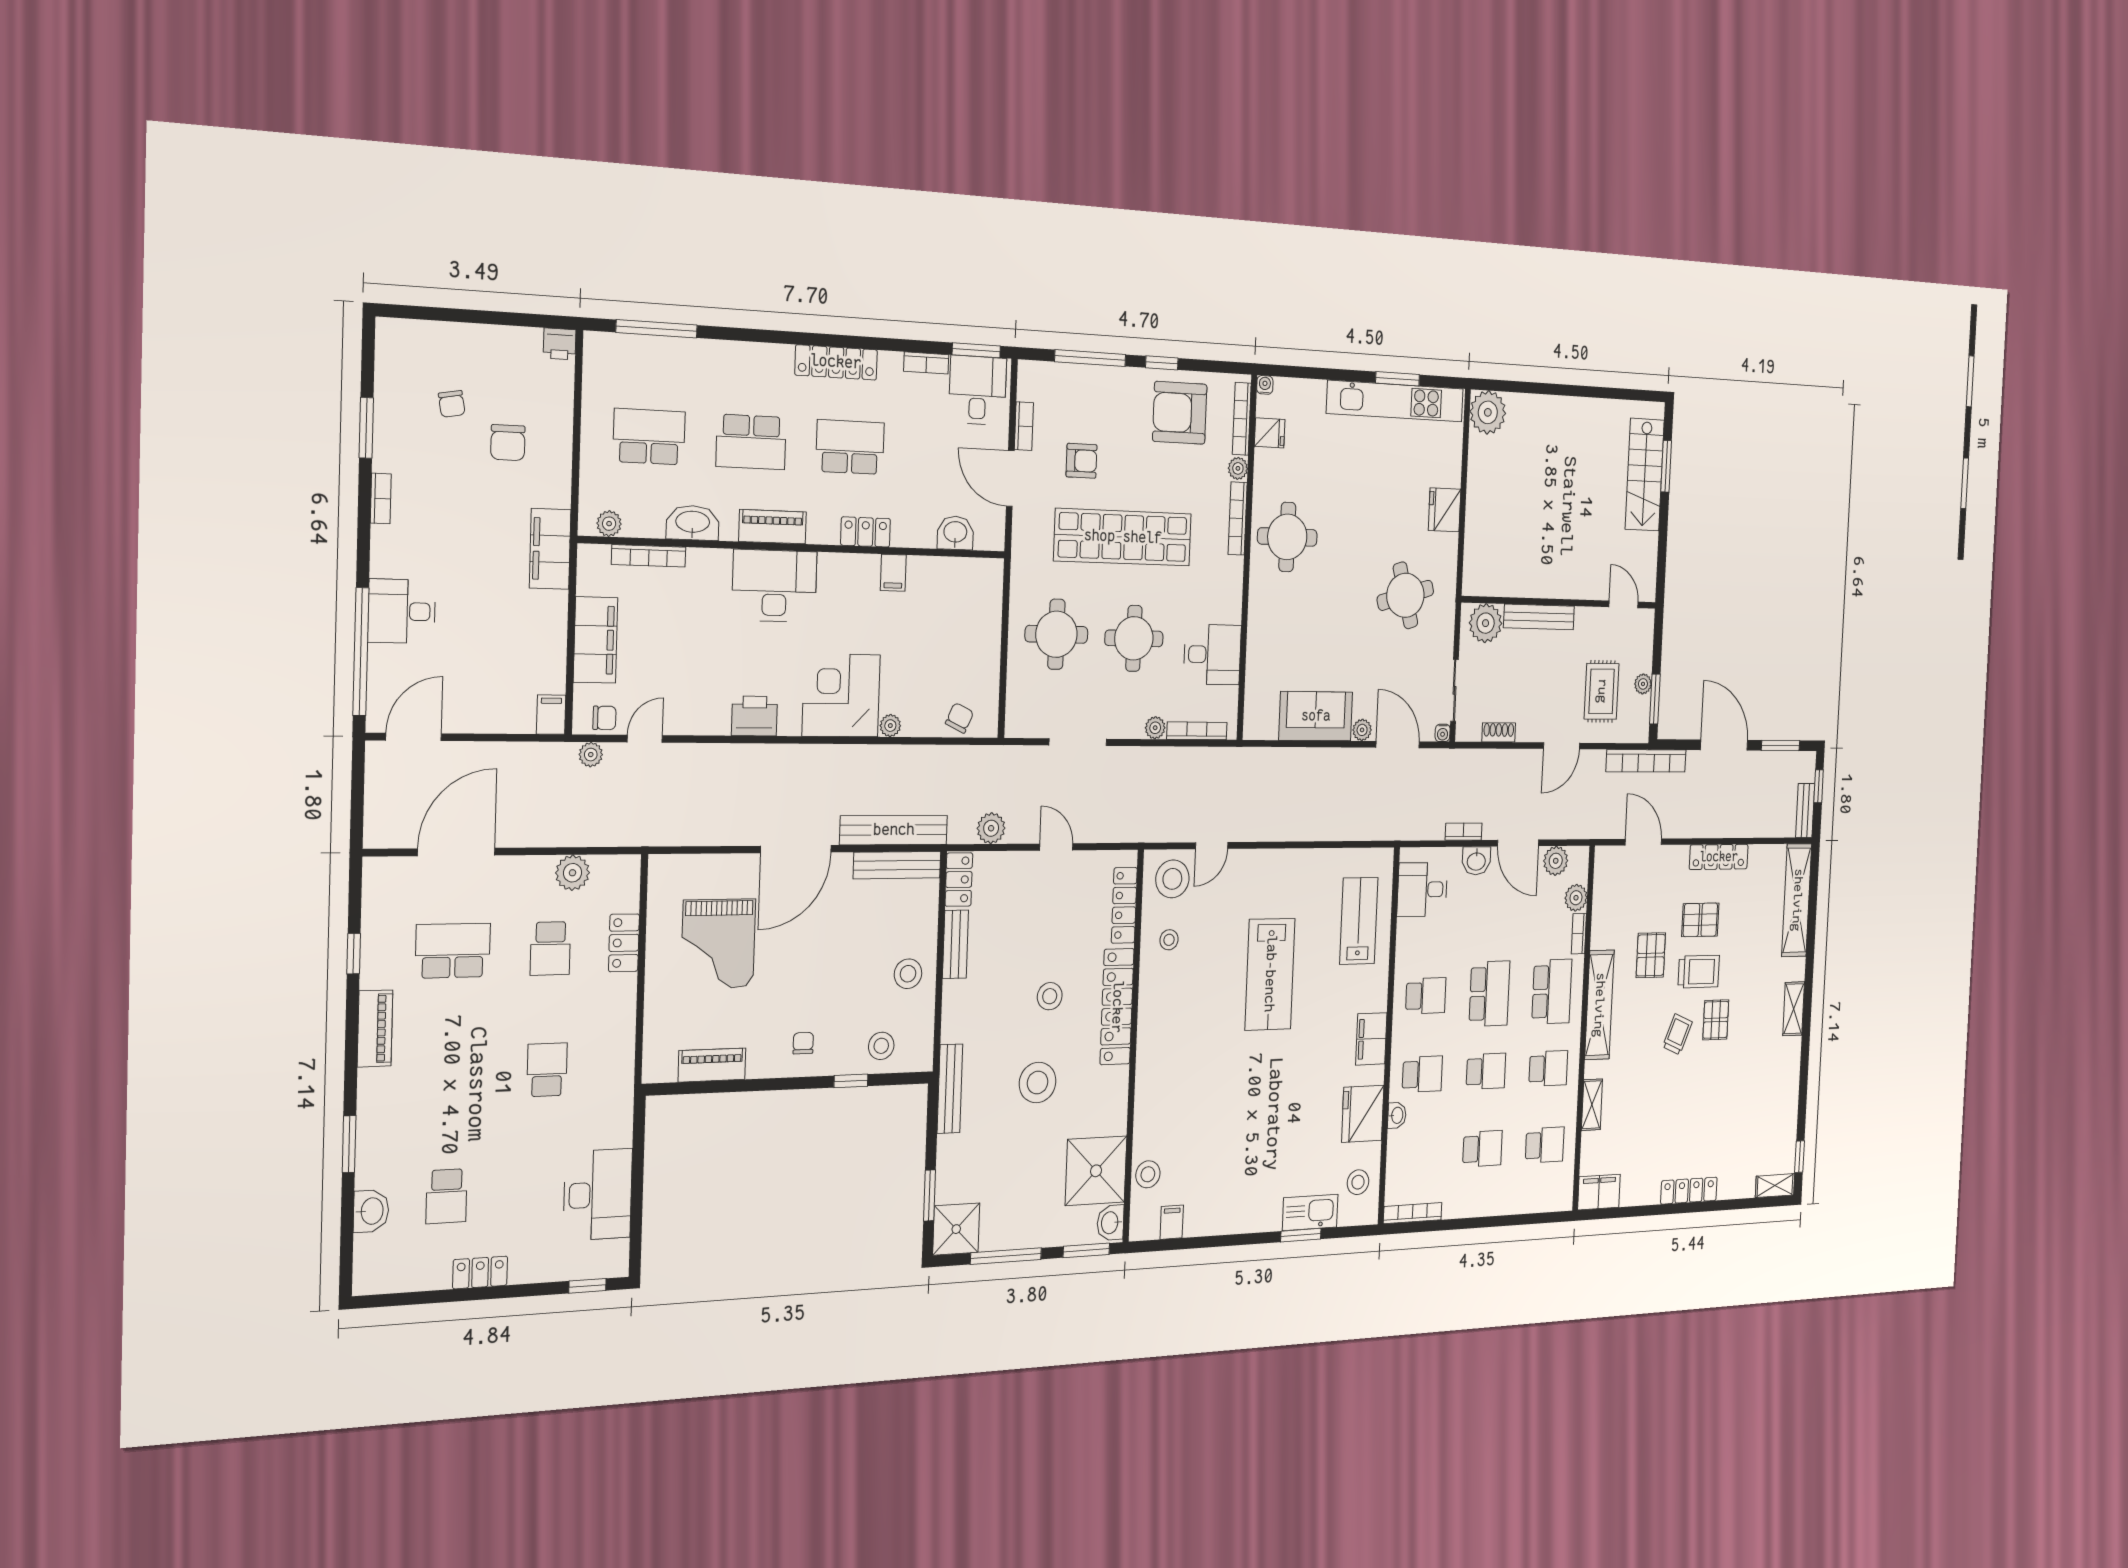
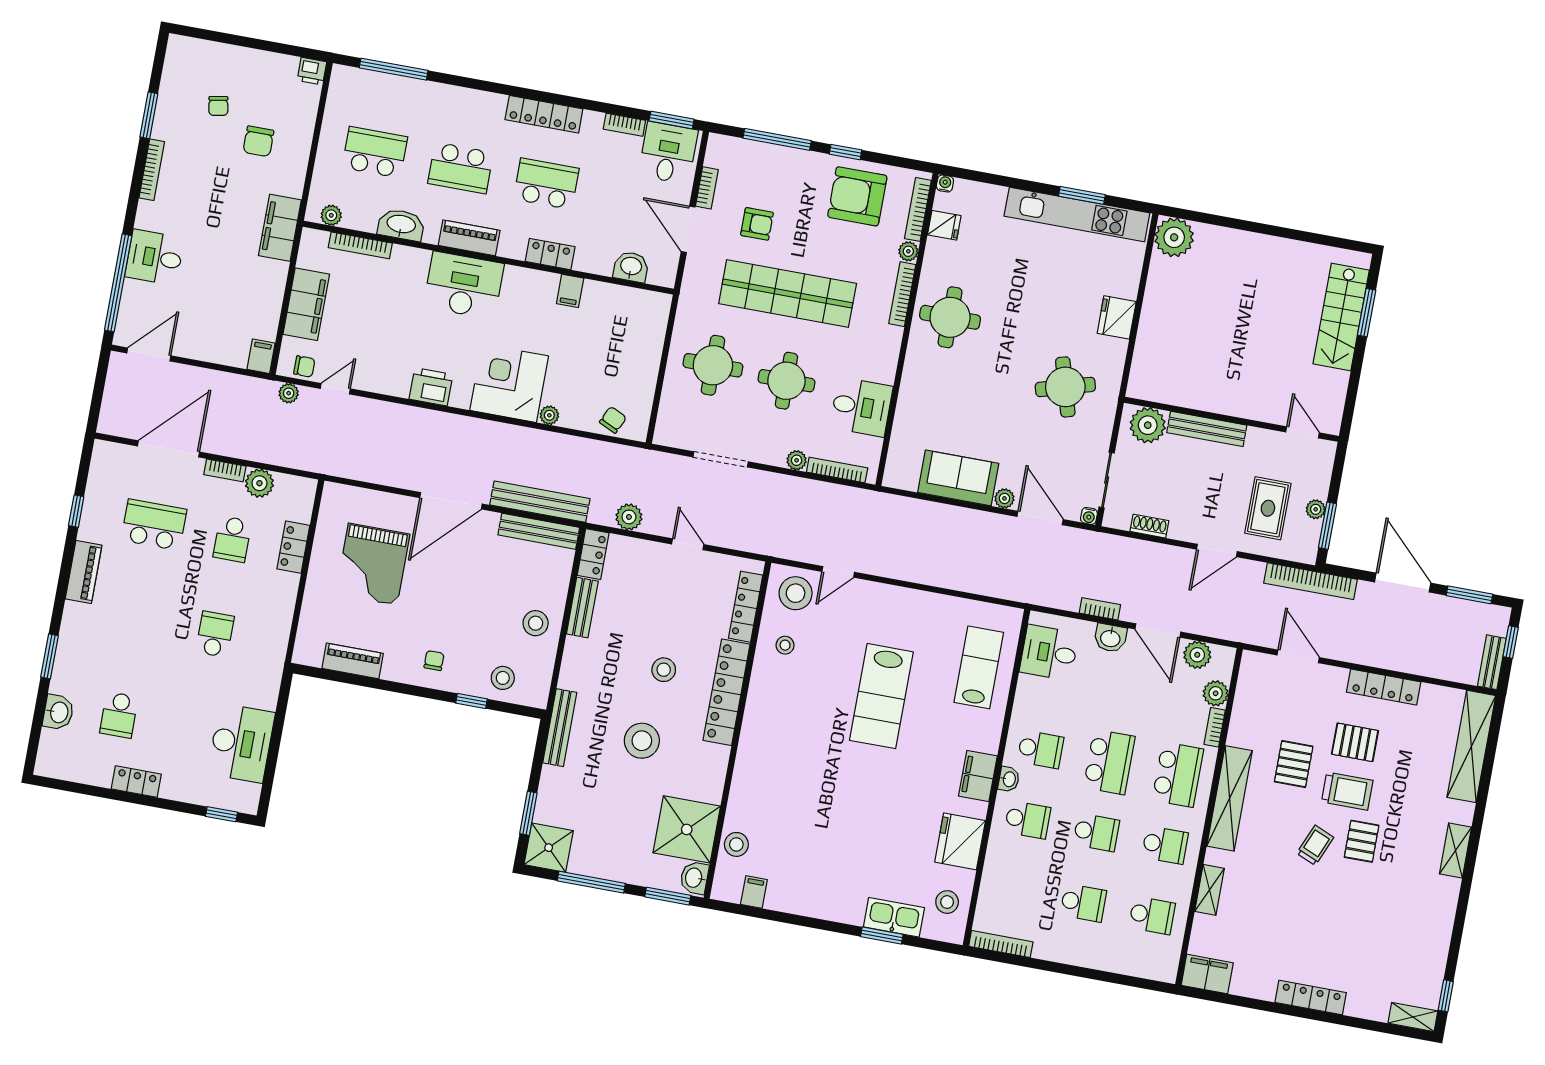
bookcase: (381, 498) -> (152, 170), width x1.56
bookcase: (529, 865) -> (225, 470), added
washbasin: (1397, 1115) -> (1009, 779), moved

